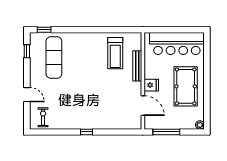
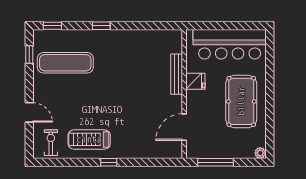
window: (81, 30) -> (101, 26), added
treadmill: (115, 53) -> (89, 139), moved, turned 90
exercise mat: (54, 57) -> (65, 63), turned 90
fridge: (151, 85) -> (195, 81), moved
door: (143, 106) -> (184, 127), swing flipped

